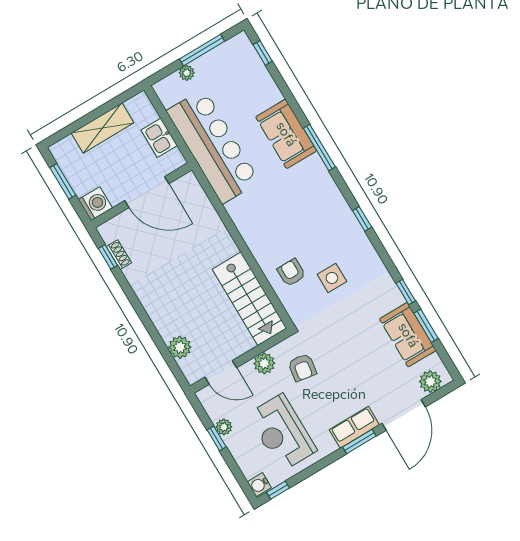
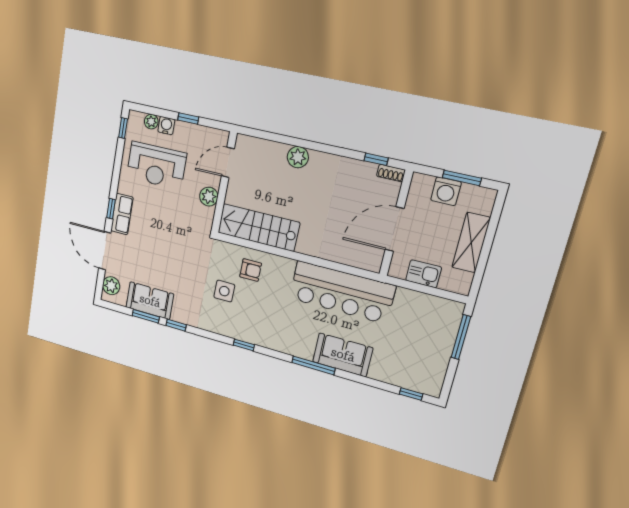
window: (202, 50) -> (461, 337), moved
plant: (187, 73) -> (450, 335), removed
bar counter: (213, 146) -> (342, 292), moved
washing machine: (95, 204) -> (446, 191), moved
shoe rack: (119, 255) -> (391, 173), moved
plant: (180, 347) -> (298, 157), moved
armchair: (302, 367) -> (185, 218), removed
plant: (224, 427) -> (151, 122), moved
reception desk: (282, 433) -> (156, 165), turned 180
window: (359, 441) -> (111, 209), width x0.67
water cooler: (259, 485) -> (166, 126), moved

